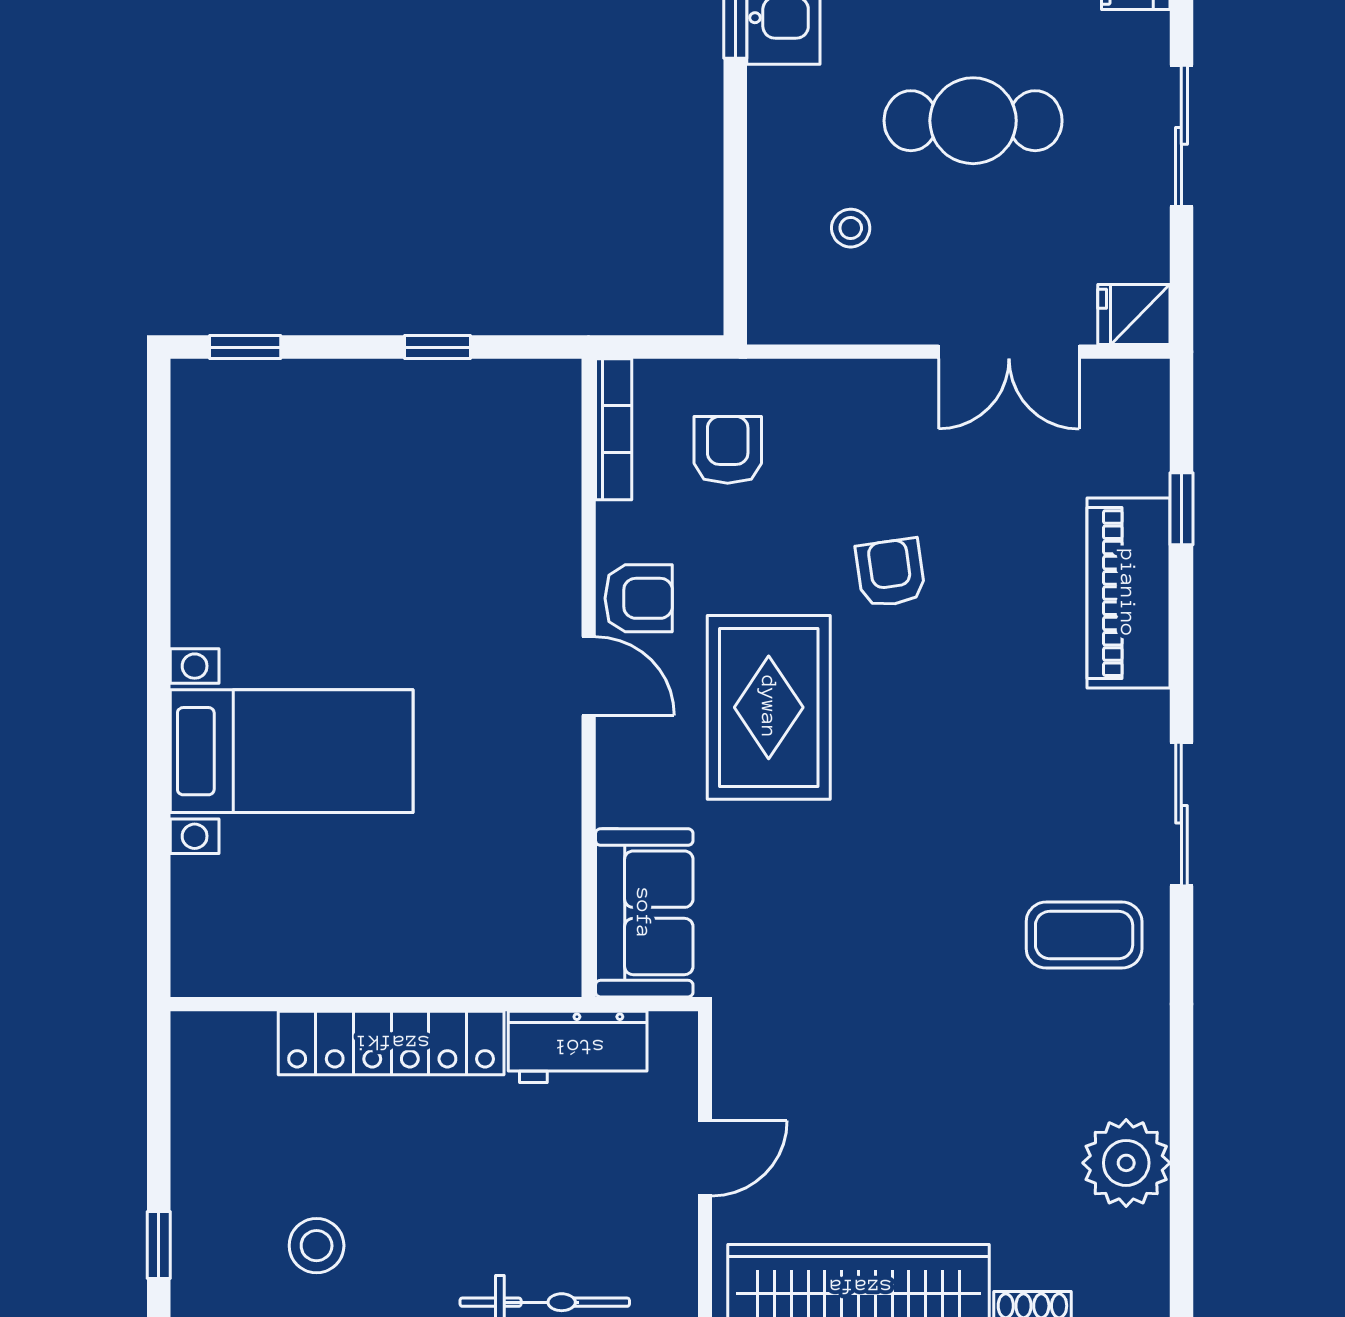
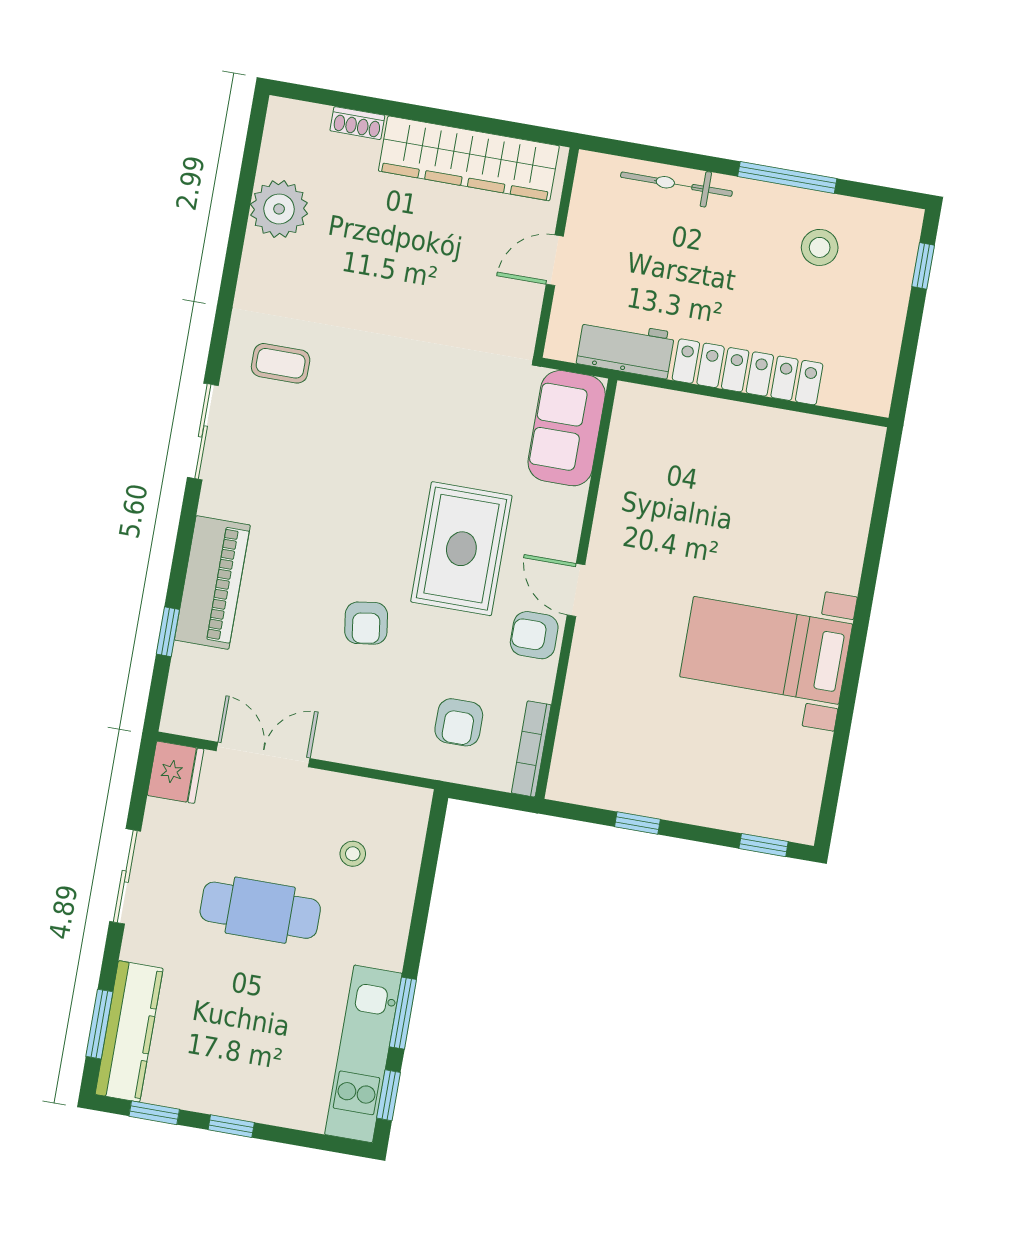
fridge: (1134, 315) -> (176, 772), width x1.38
bed with nightstands: (292, 751) -> (766, 650), moved
coffee table: (1084, 935) -> (281, 363), width x0.73, depth x0.77

